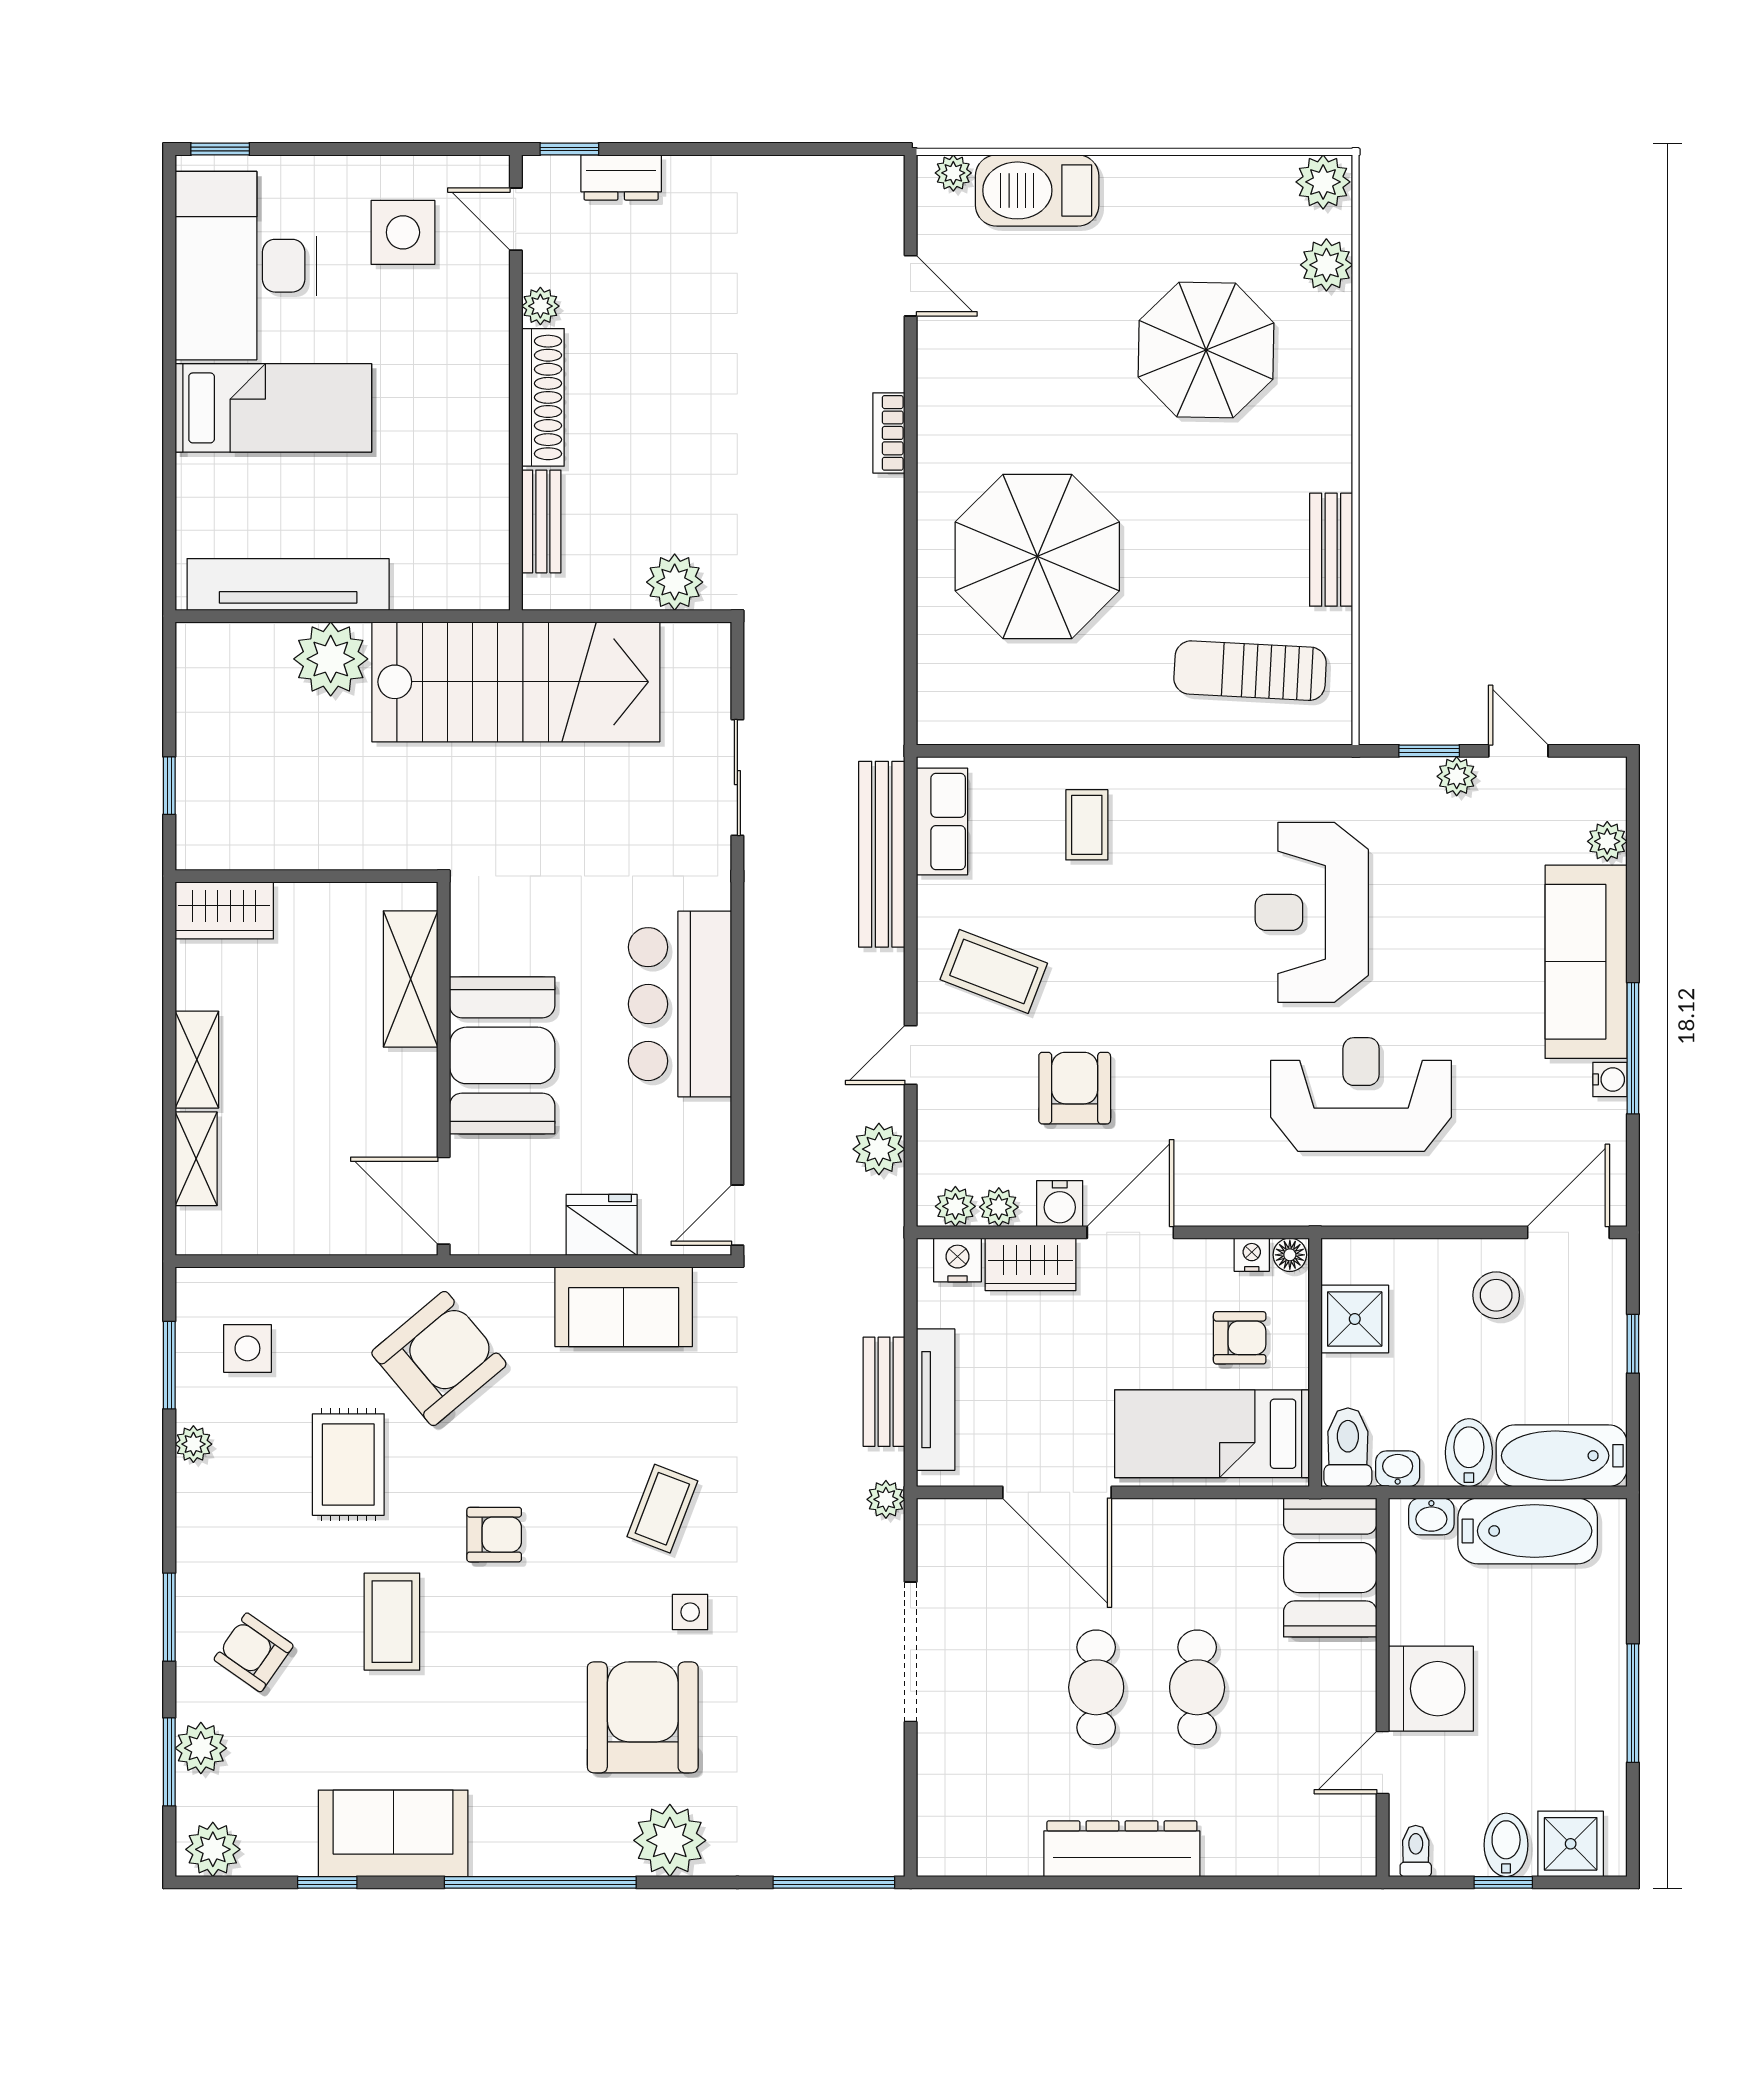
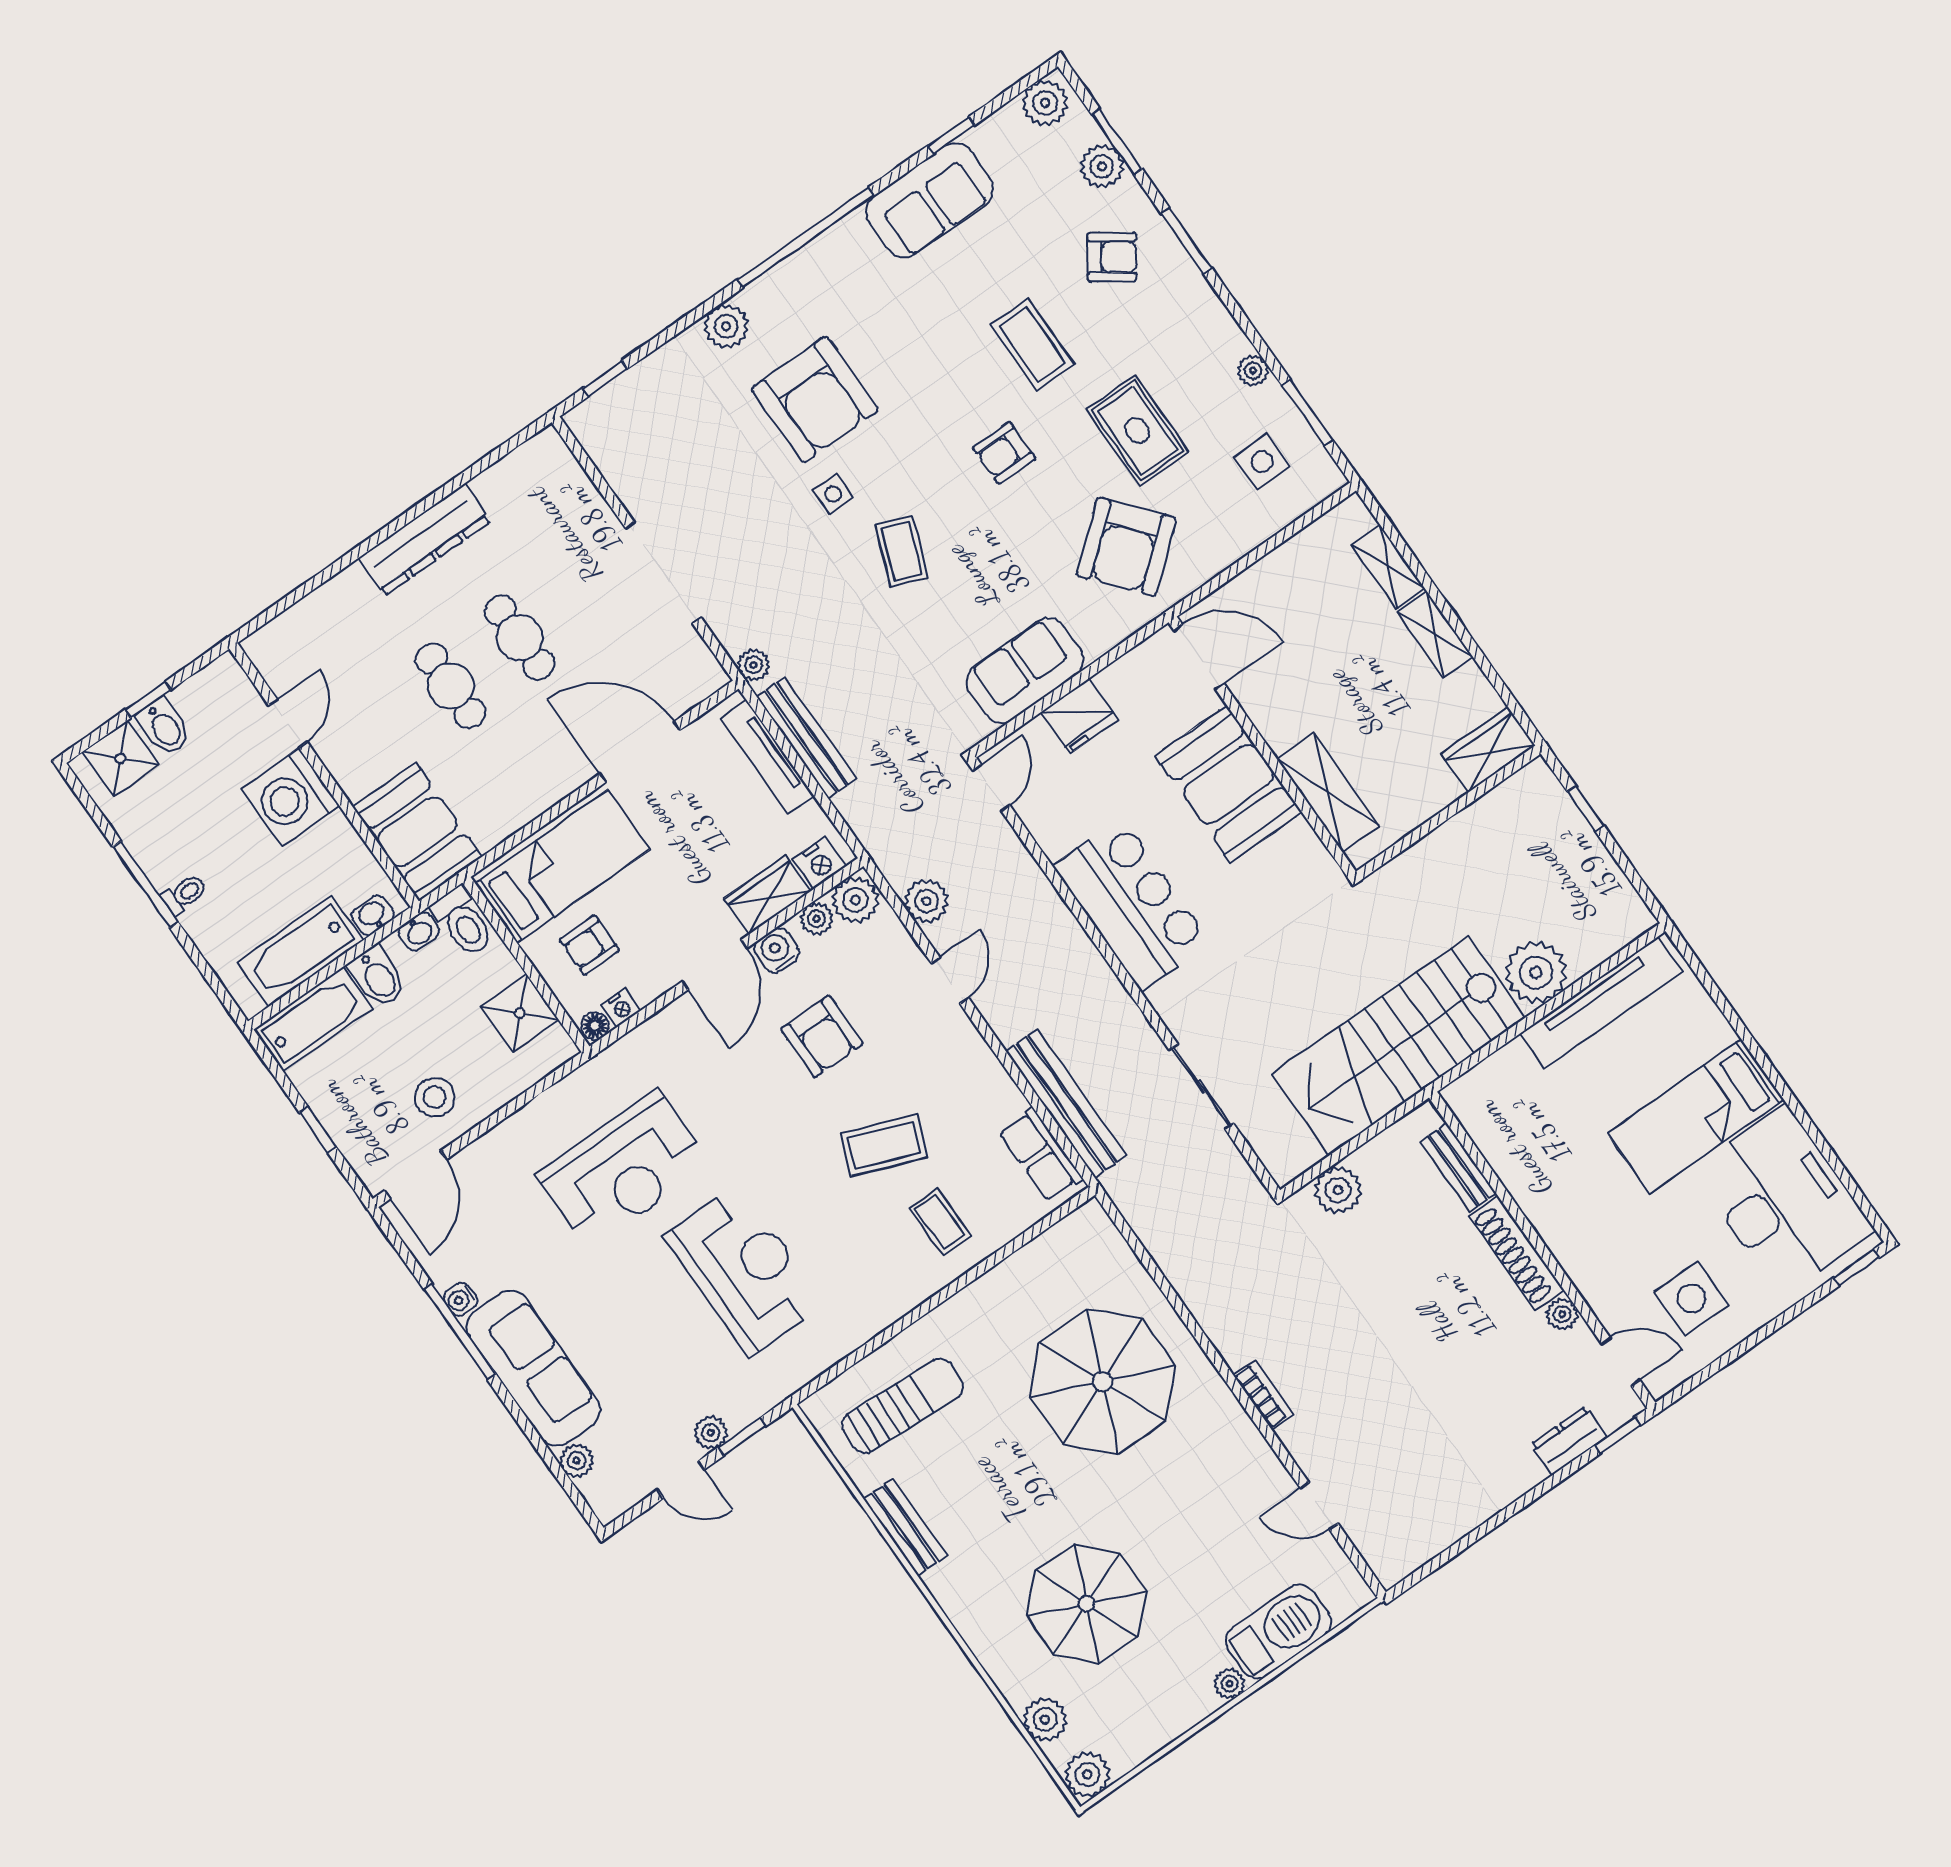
plant: (953, 173) -> (1230, 1684), moved
coffee table: (994, 971) -> (884, 1145), moved
plant: (955, 1206) -> (855, 900), width x1.38, depth x1.38
bench: (884, 1392) -> (806, 738), width x1.36
plant: (670, 1840) -> (726, 326), width x0.73, depth x0.73
toilet: (1416, 1851) -> (184, 894), moved, turned -90
window: (834, 1882) -> (605, 378), width x0.46

